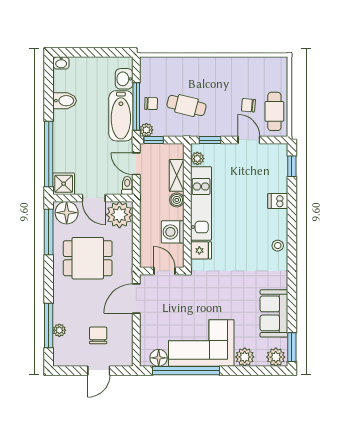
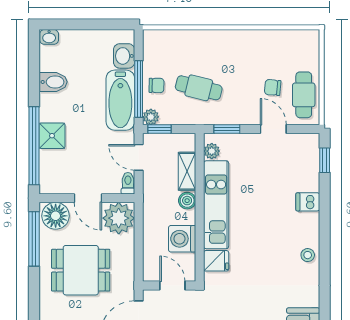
shower: (64, 184) -> (52, 136), moved

